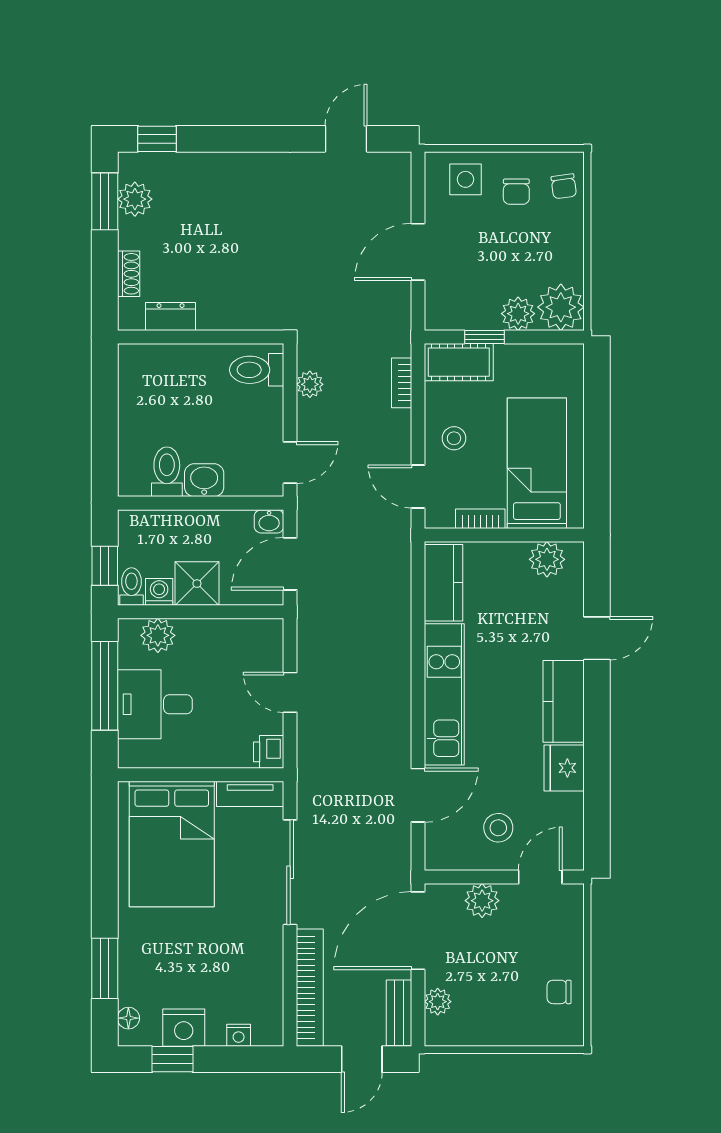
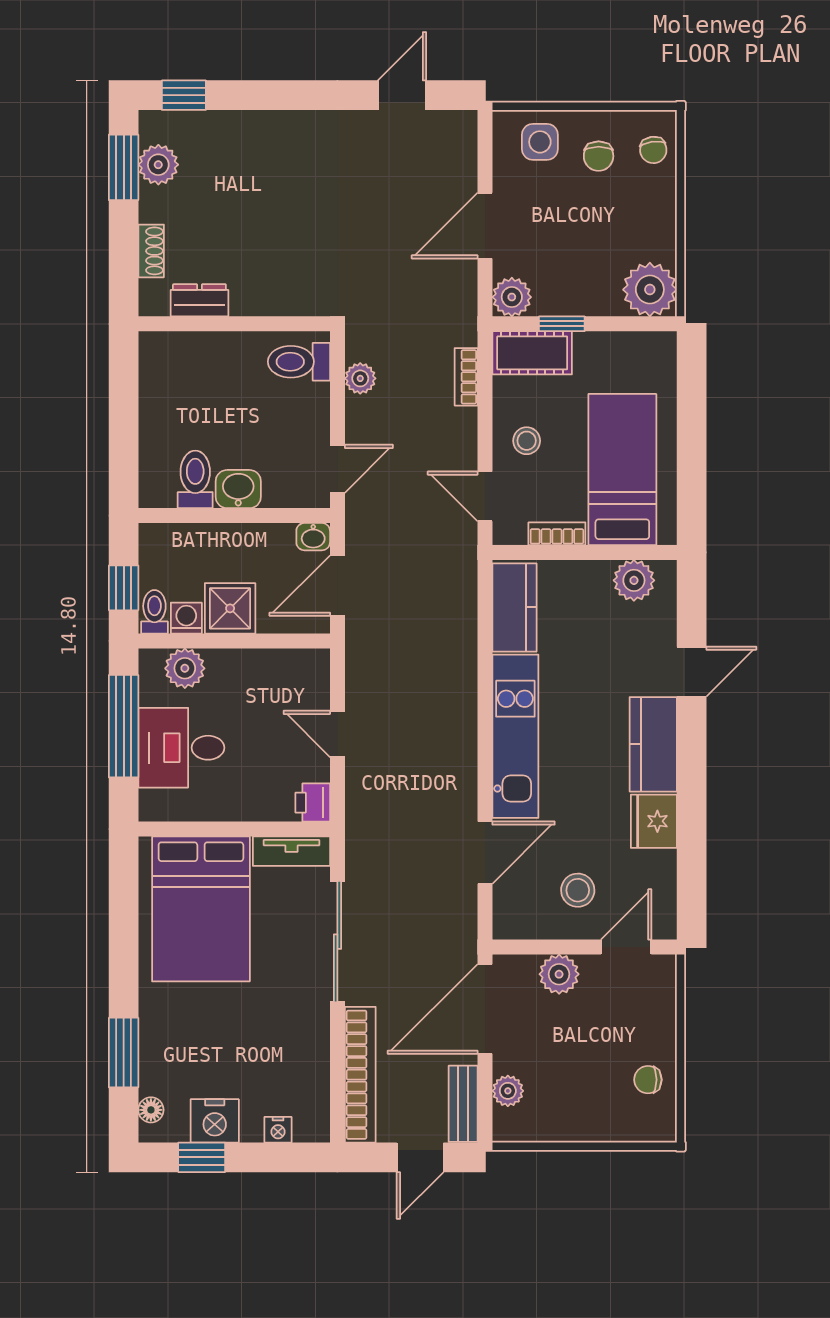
plant: (518, 314) -> (512, 297), moved

